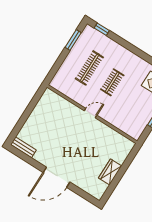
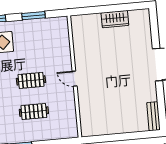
clothes rail: (89, 68) -> (34, 112), width x0.73

